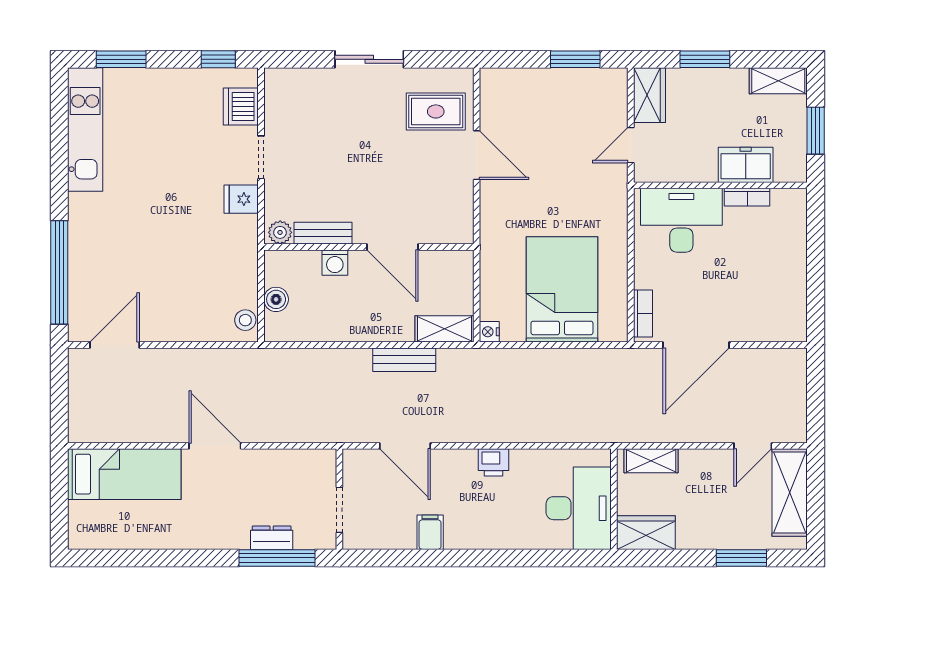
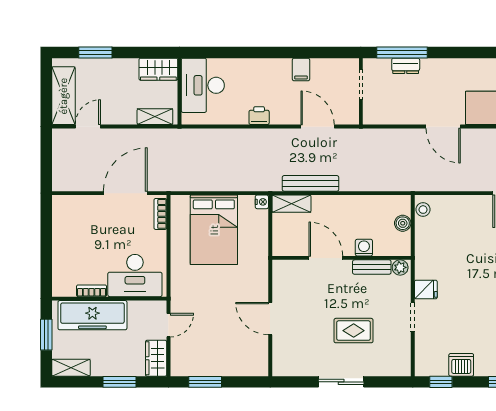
dishwasher: (241, 107) -> (461, 365), moved, turned -90
rug: (436, 111) -> (354, 331), moved
freezer: (746, 165) -> (92, 315), width x1.91, depth x1.26
bench: (404, 360) -> (311, 183), width x1.36

